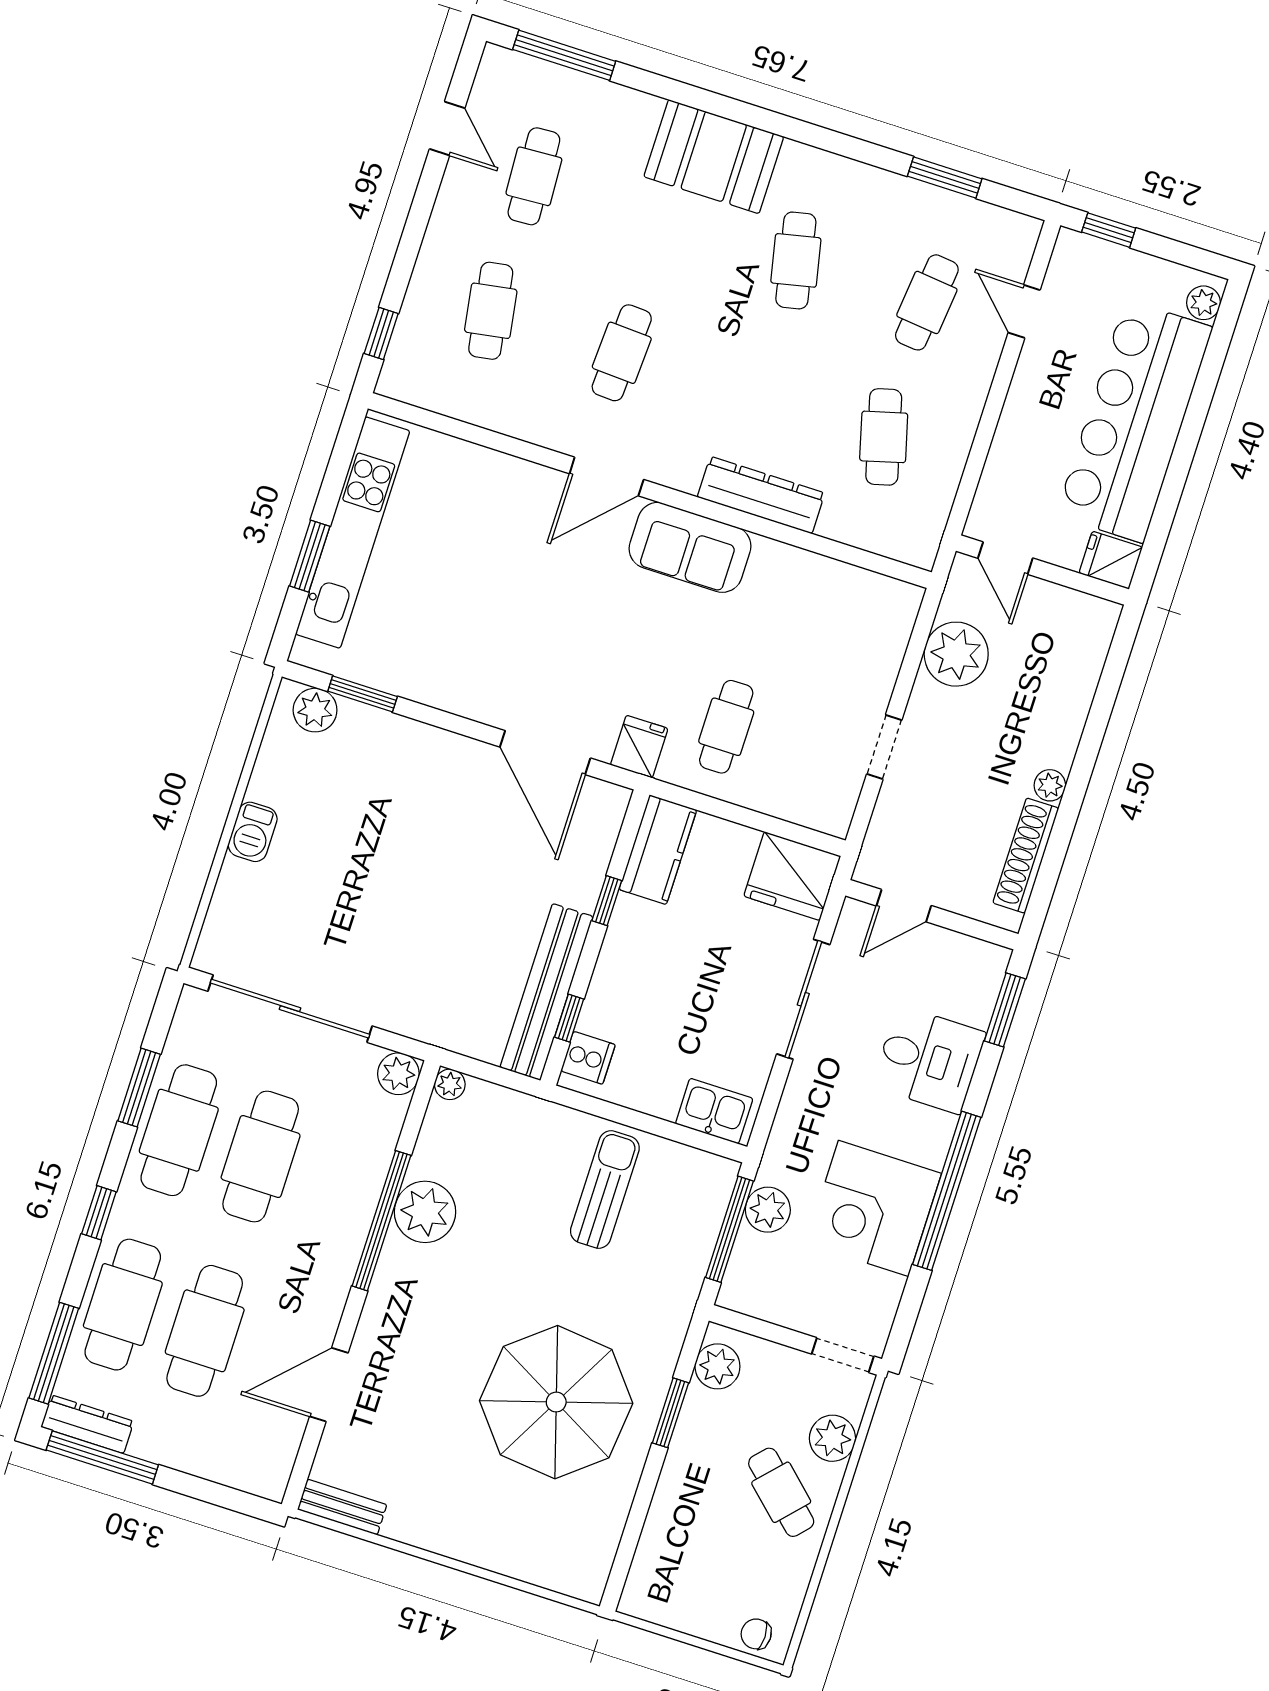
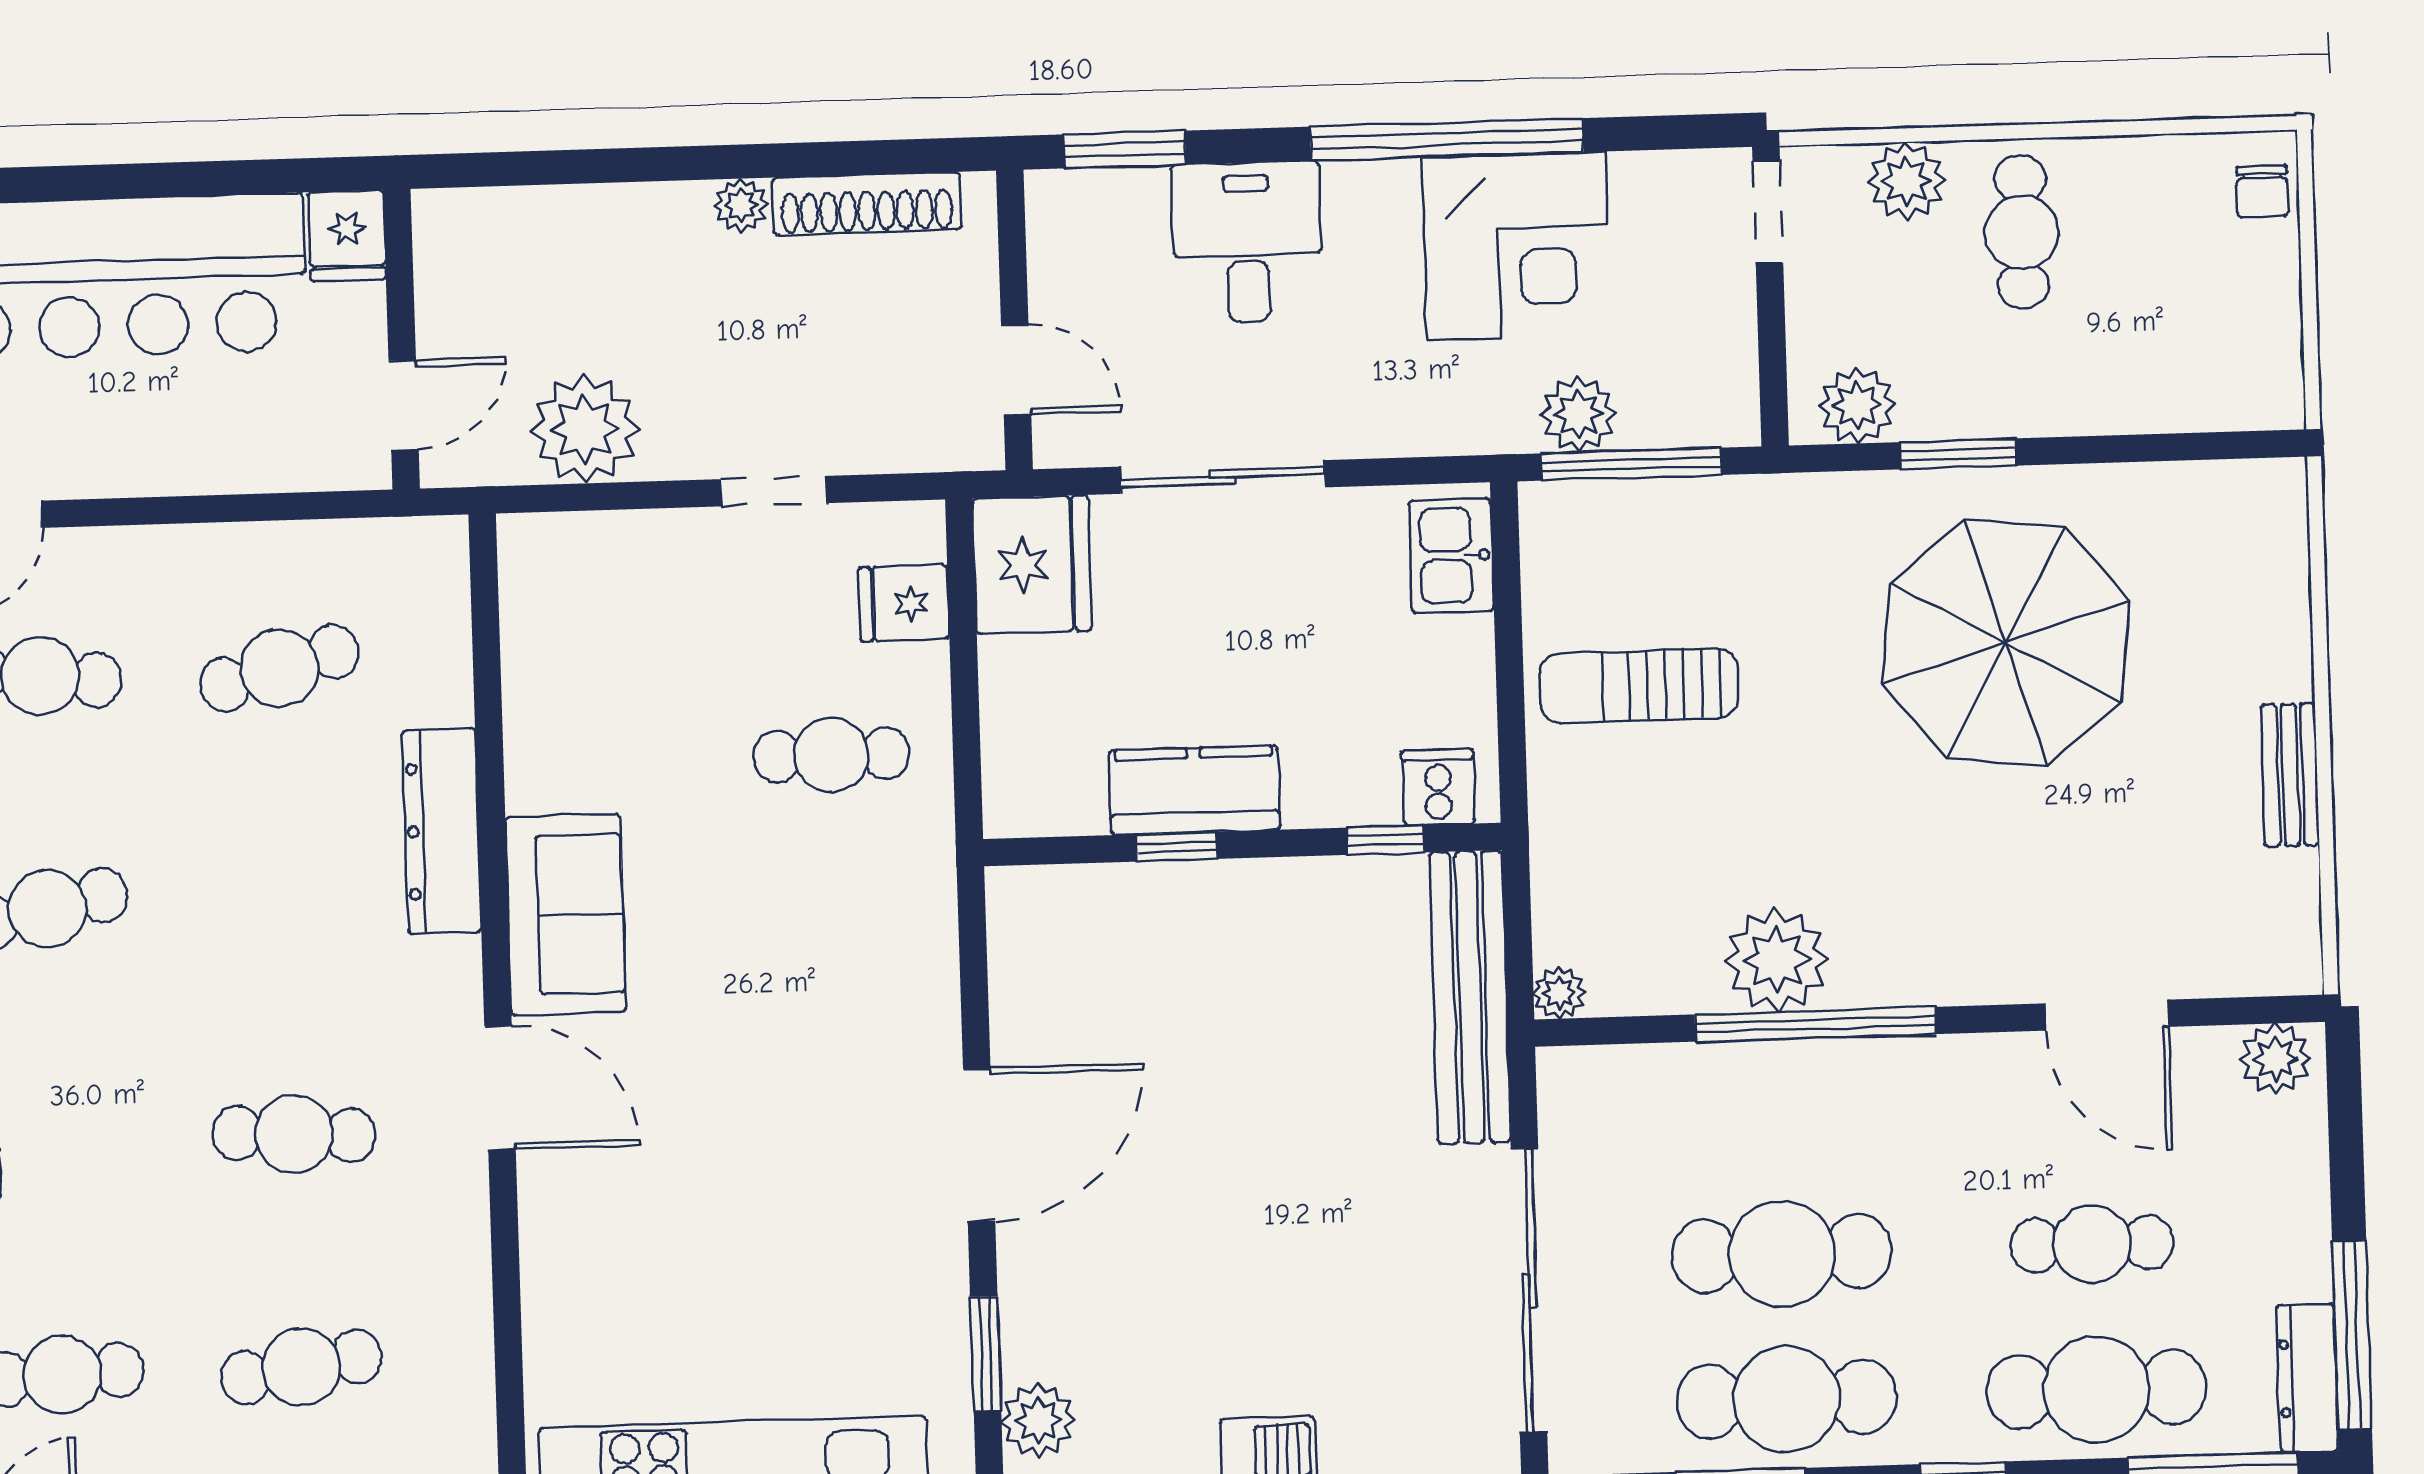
fridge: (639, 747) -> (904, 603), moved
door: (545, 753) -> (979, 1145), moved
kitchen counter: (658, 850) -> (1194, 790), moved
bench: (547, 992) -> (1470, 997), moved, turned 90
plant: (398, 1074) -> (2275, 1059), moved
cafe table: (205, 1331) -> (2092, 1244), width x0.73, depth x0.74
cafe table: (781, 1492) -> (2022, 232), turned -43
bench: (342, 1507) -> (2290, 775), moved

